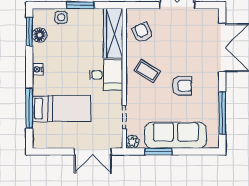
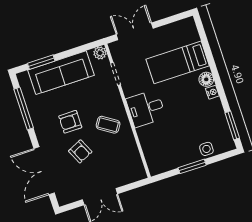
wardrobe: (113, 33) -> (152, 150), removed
armchair: (142, 33) -> (80, 151), moved
floor lamp: (40, 35) -> (206, 79), moved
window: (29, 108) -> (208, 53), removed
window: (158, 152) -> (41, 62), moved

